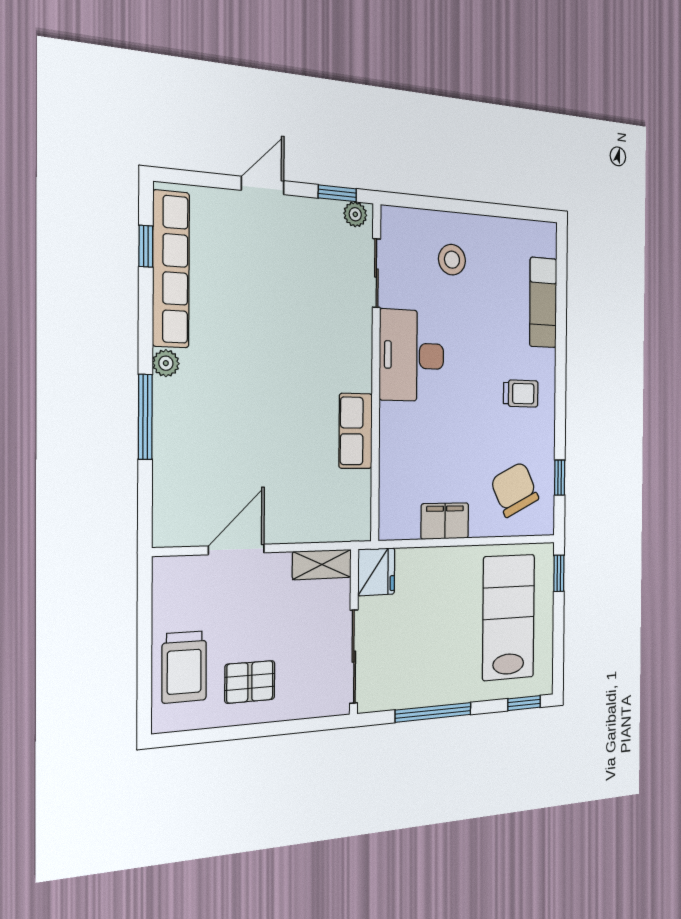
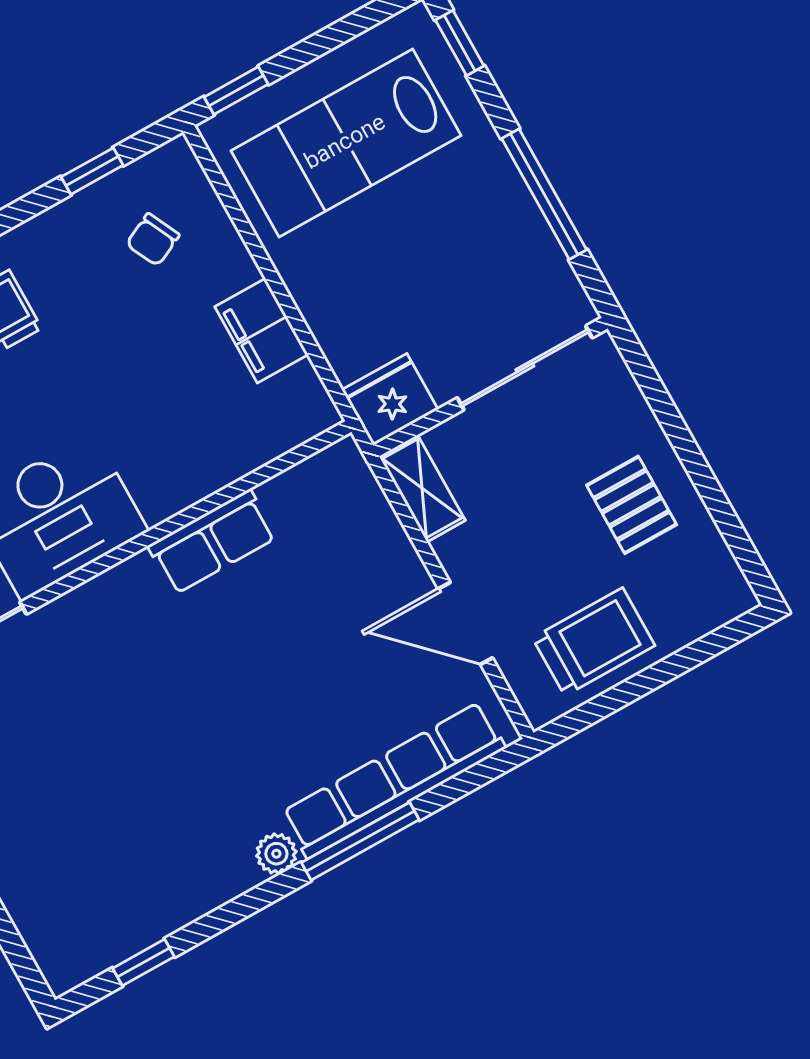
row of seats: (171, 269) -> (394, 780), moved
chair: (515, 489) -> (153, 240), width x0.54, depth x0.54
trolley: (184, 667) -> (594, 642), moved

